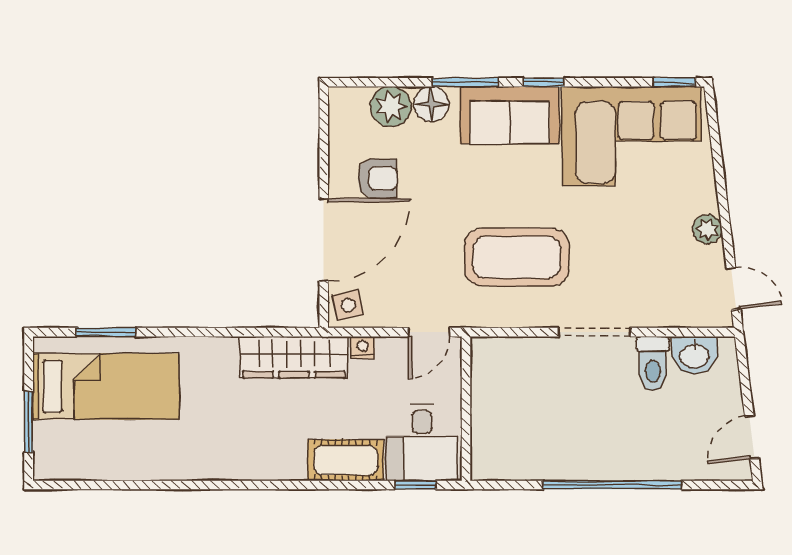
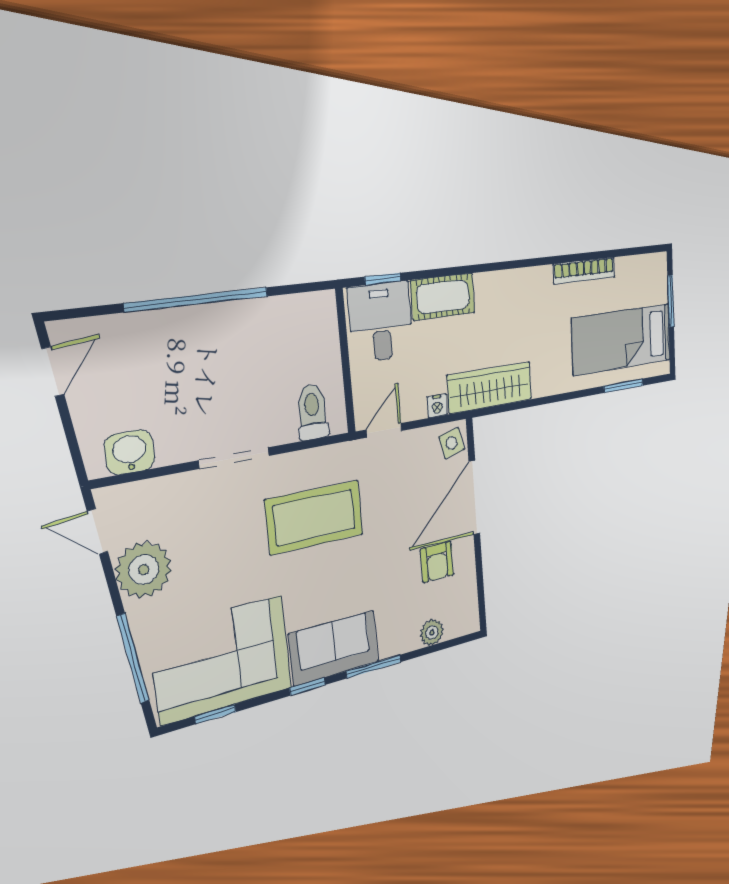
window: (674, 82) -> (215, 714), moved
floor lamp: (431, 104) -> (400, 639), removed
plant: (391, 107) -> (432, 632), width x0.73, depth x0.73
window: (718, 161) -> (133, 659), added
armchair: (377, 178) -> (437, 562), turned -90
plant: (707, 229) -> (144, 570), width x1.87, depth x1.87
toilet: (653, 363) -> (312, 412), moved
bookcase: (157, 470) -> (584, 271), added

